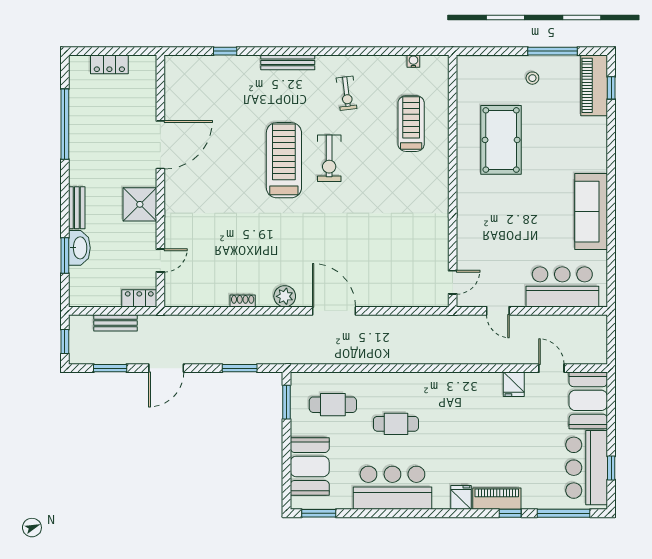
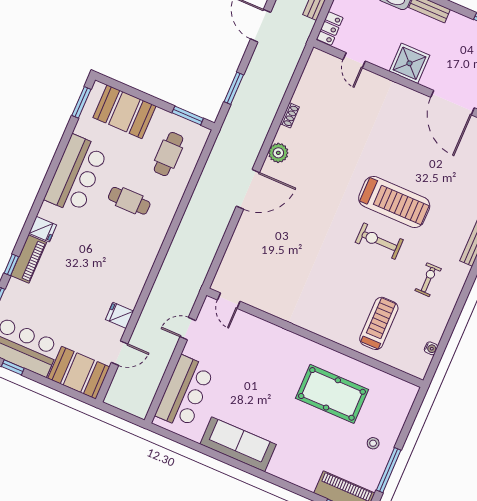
exercise bike: (347, 93) -> (428, 280), turned 97
treadmill: (411, 124) -> (379, 323), turned -90
cafe table: (396, 424) -> (129, 201), turned 90

